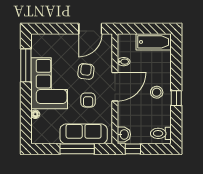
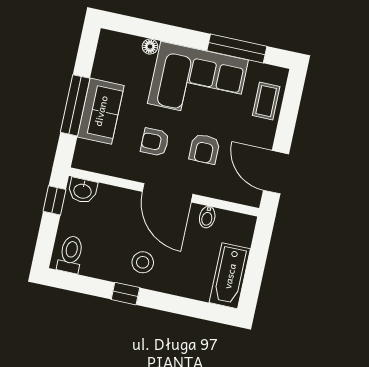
coffee table: (52, 43) -> (266, 101), added
armchair: (86, 71) -> (204, 149), turned 84
sofa: (84, 134) -> (101, 111), width x0.73

